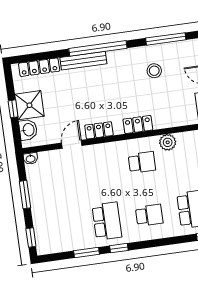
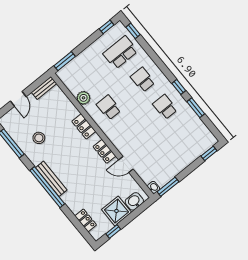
bench: (83, 61) -> (51, 179), moved
locker: (39, 67) -> (86, 220), width x0.66
window: (13, 109) -> (113, 231), moved
window: (25, 195) -> (168, 187), moved
school desk: (107, 221) -> (165, 107), width x0.54

